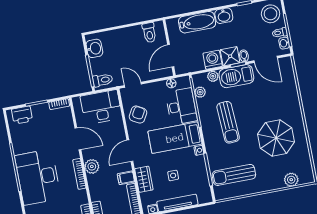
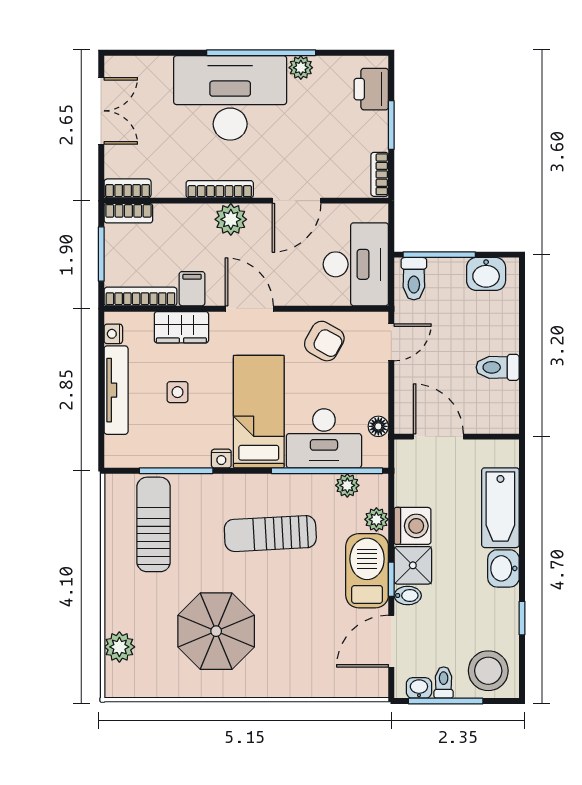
toilet: (149, 33) -> (498, 367), moved
plant: (18, 148) -> (301, 68), added

